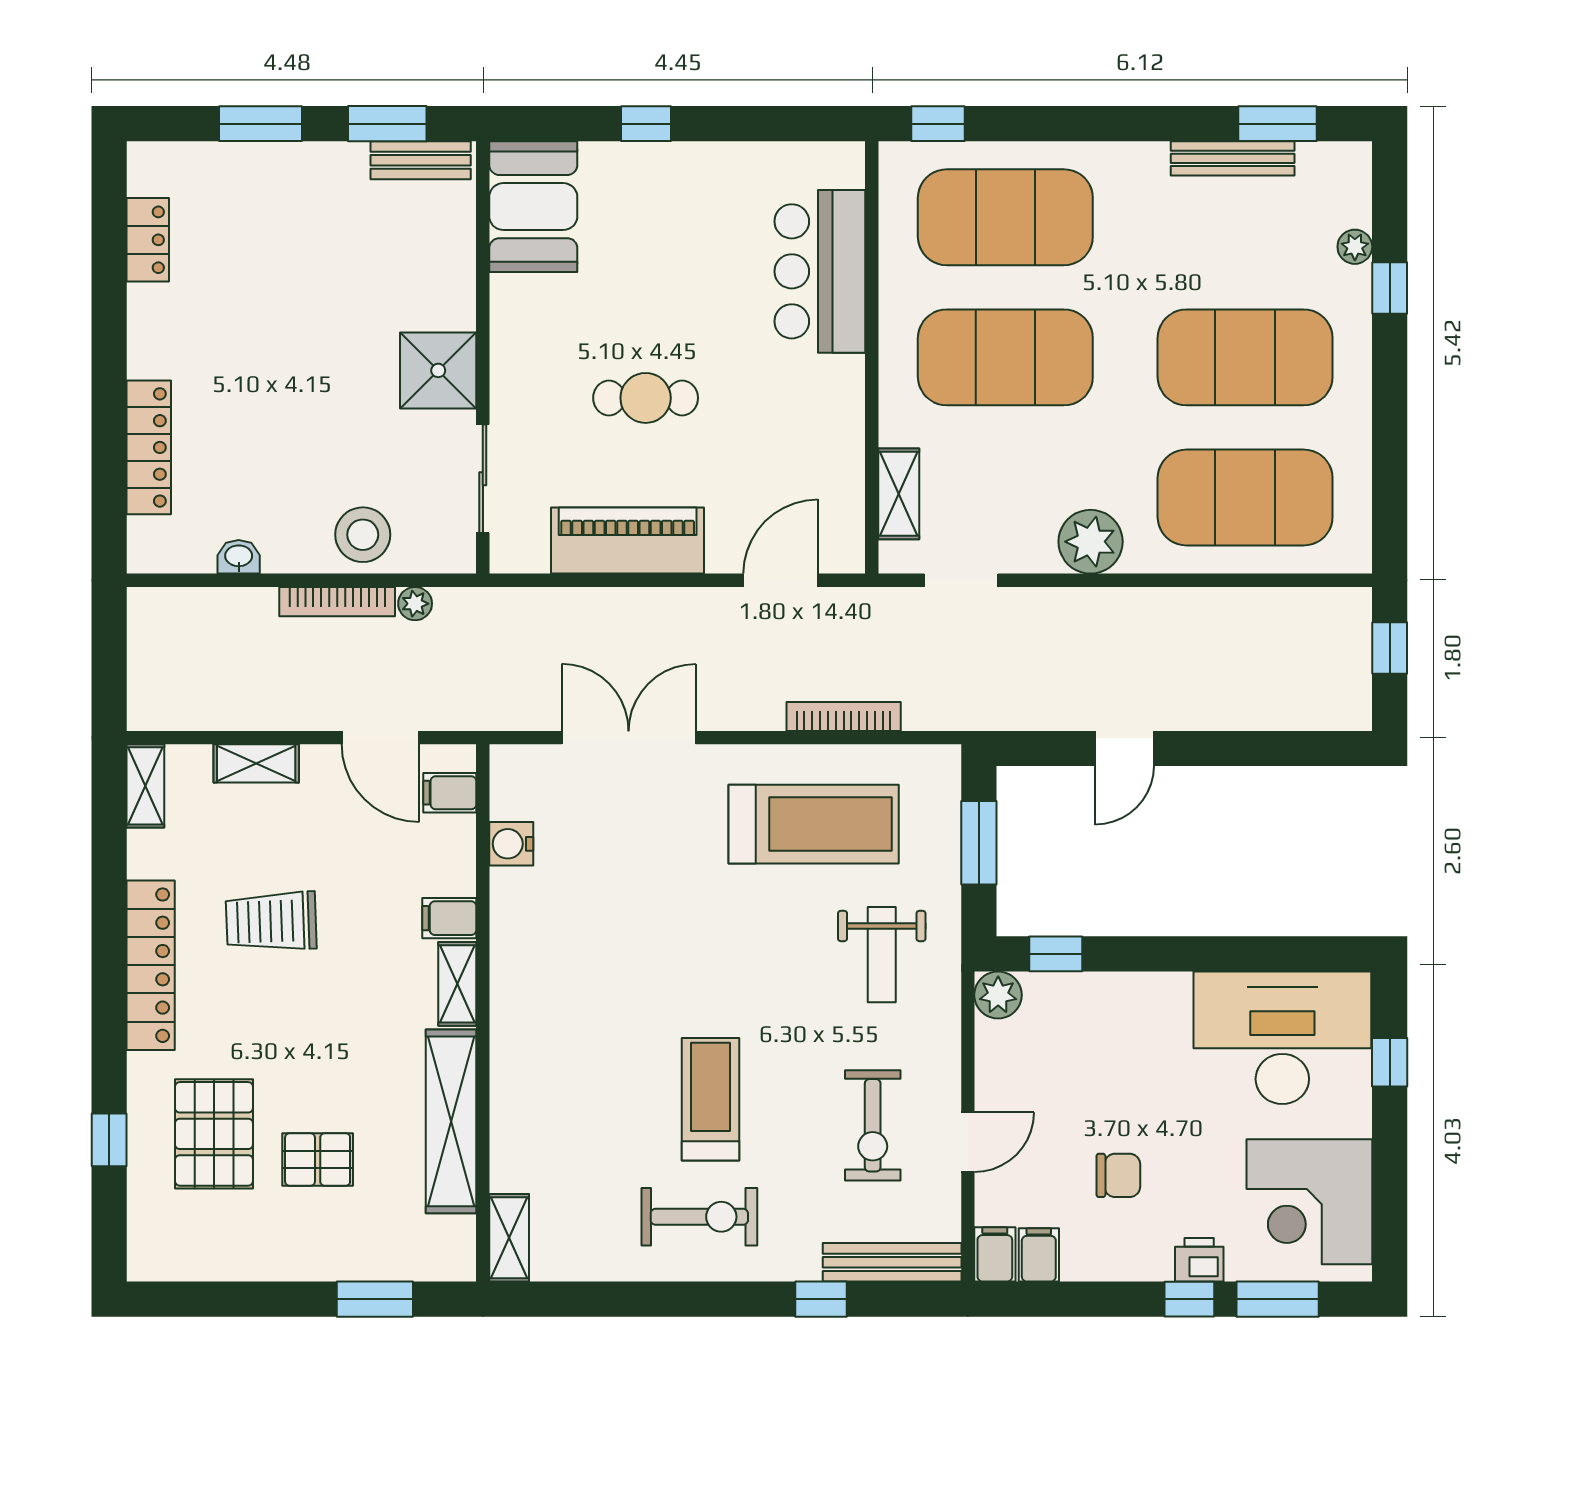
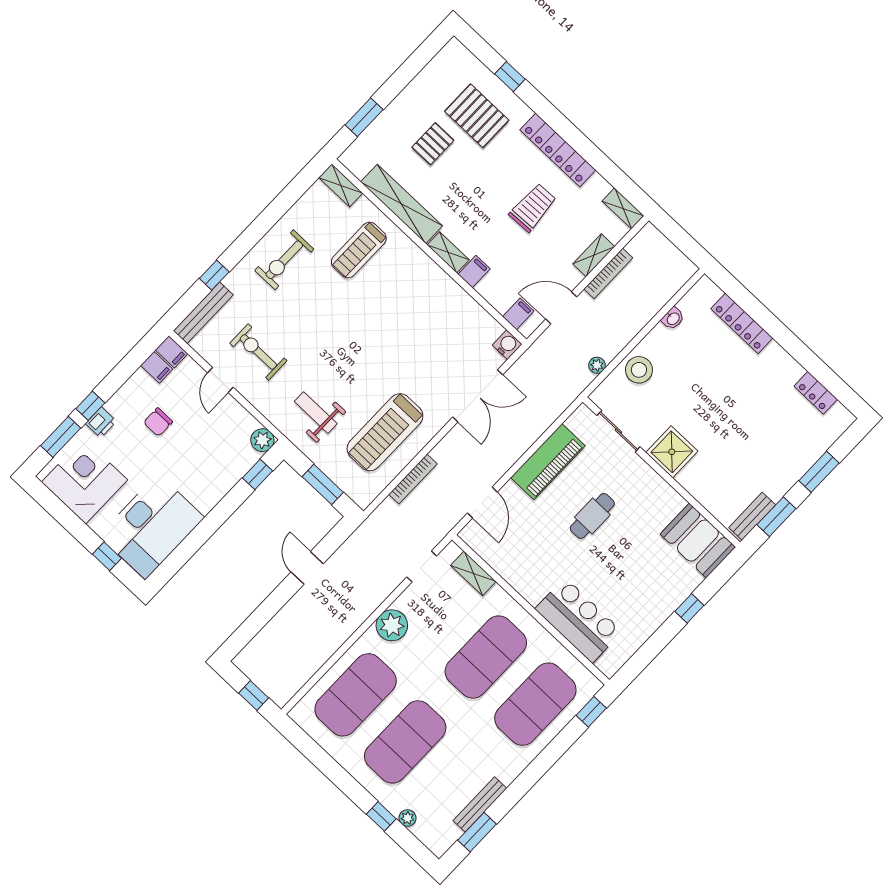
bookcase: (337, 602) -> (608, 273), moved, turned 180
water cooler: (511, 844) -> (507, 345), moved
treadmill: (711, 1099) -> (359, 250), moved, turned 90

